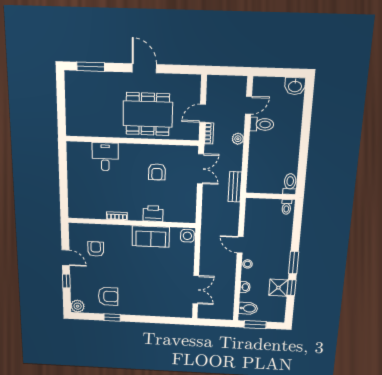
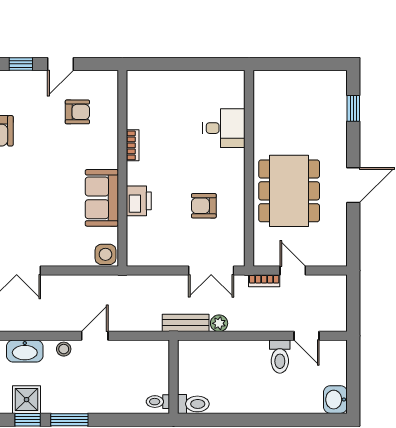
window: (91, 67) -> (353, 108), width x0.67
plant: (238, 139) -> (219, 323), moved
washbasin: (245, 287) -> (25, 351), width x1.91, depth x1.45

